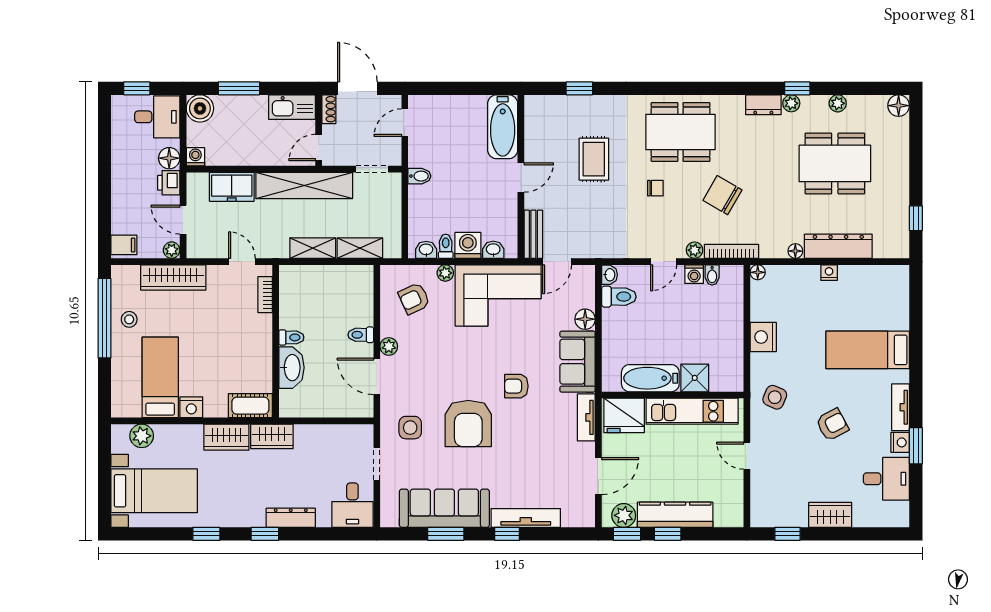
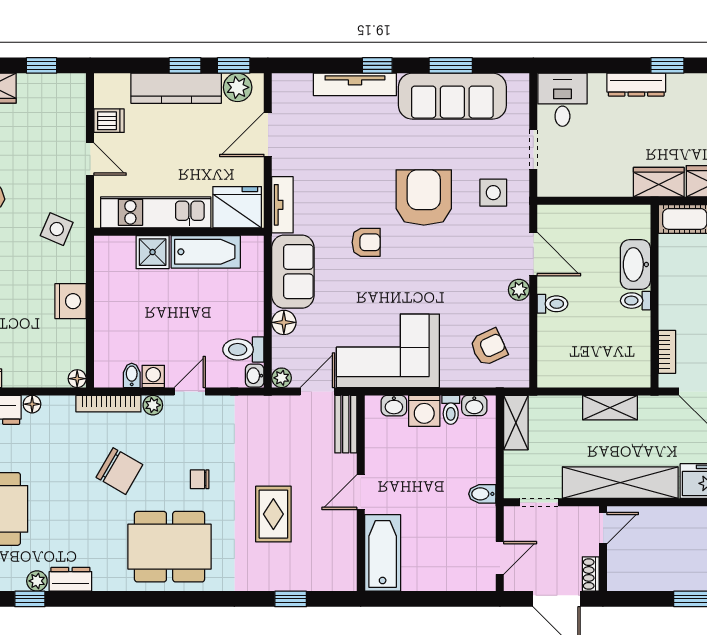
kitchen sink: (292, 107) -> (635, 576), removed
shelving: (360, 248) -> (516, 423), moved, turned 90
plant: (445, 273) -> (282, 378), moved
dishwasher: (731, 488) -> (109, 121), added

